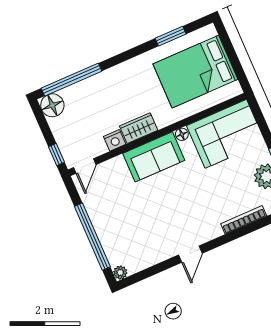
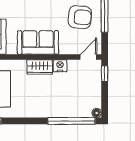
floor lamp: (52, 105) -> (97, 113), width x0.53, depth x0.53
floor lamp: (182, 134) -> (12, 50), removed
armchair: (116, 210) -> (80, 17), added

